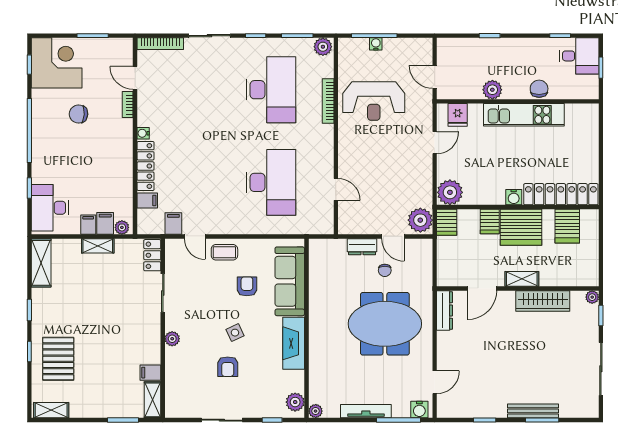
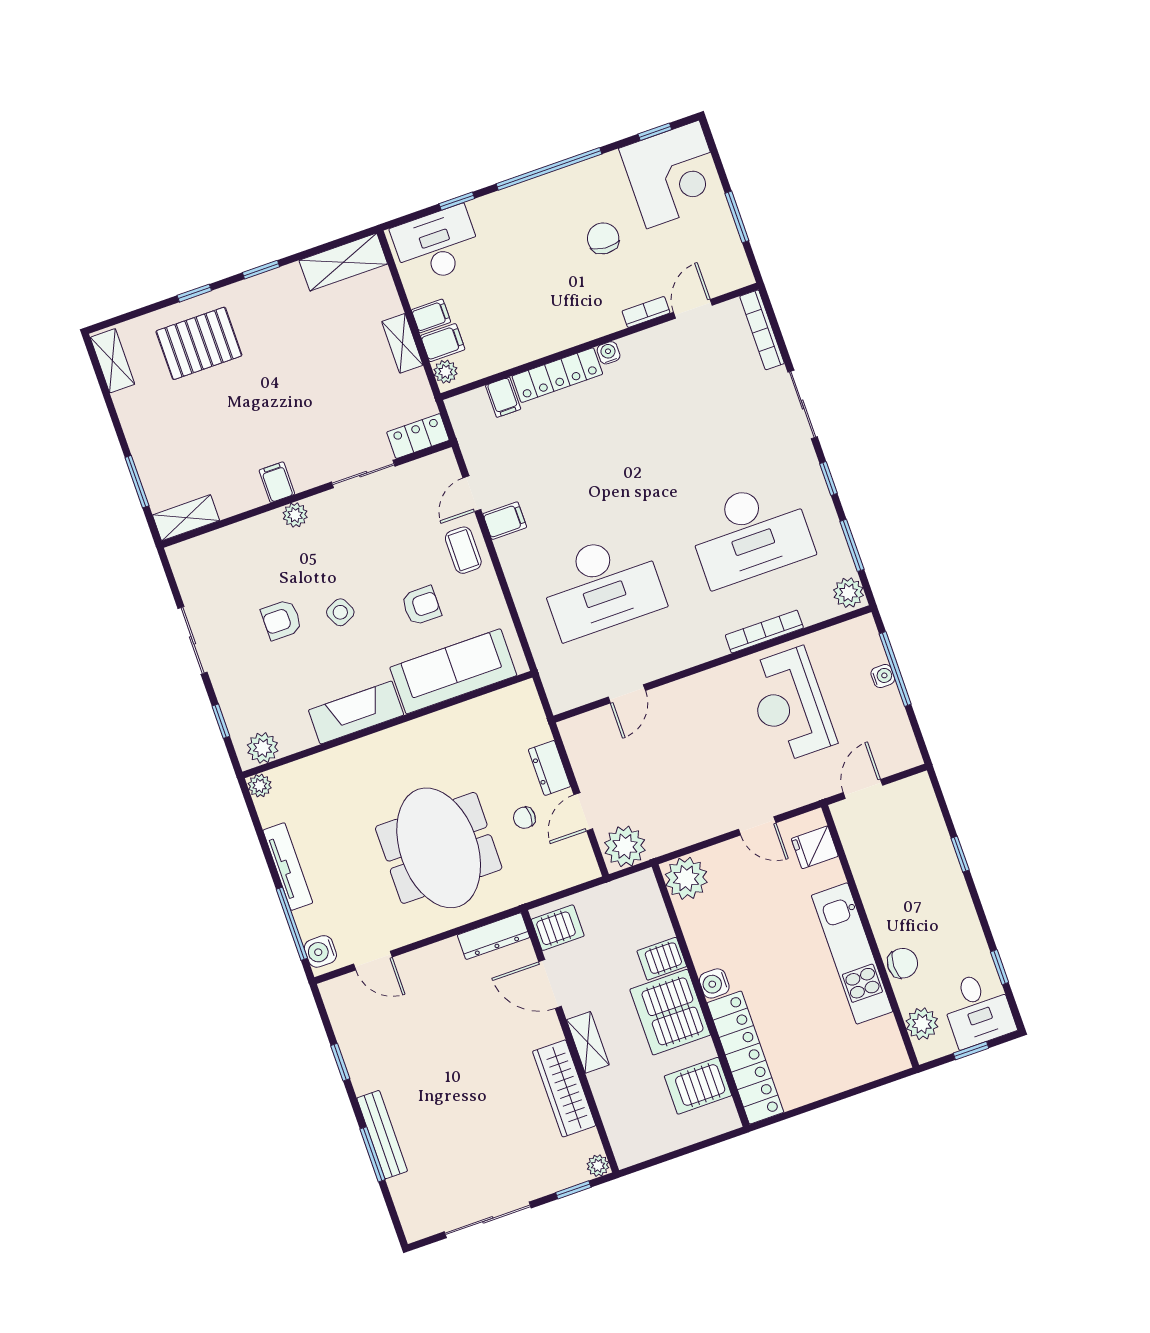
plant: (492, 90) -> (922, 1024), moved
server rack: (447, 222) -> (558, 928), moved, turned 180
filing cabinet: (173, 223) -> (505, 521), moved
filing cabinet: (150, 373) -> (277, 482), moved

